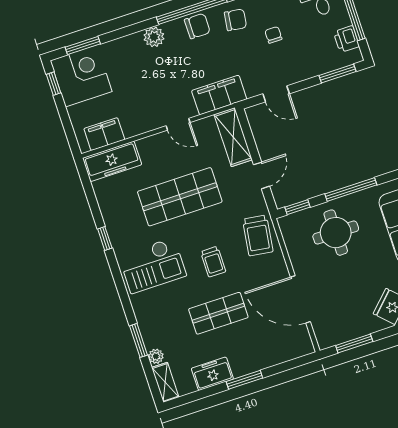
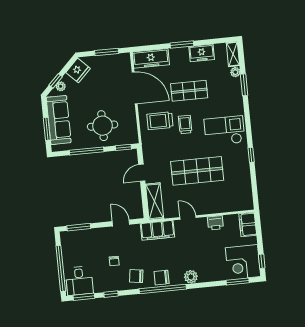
printer: (346, 39) -> (215, 223), moved, turned 90
filing cabinet: (104, 134) -> (248, 224), moved, turned 90
freezer: (112, 161) -> (151, 58), moved, turned 180
trolley: (258, 235) -> (160, 121), moved, turned -98

